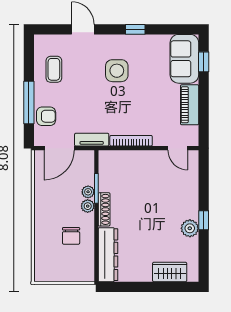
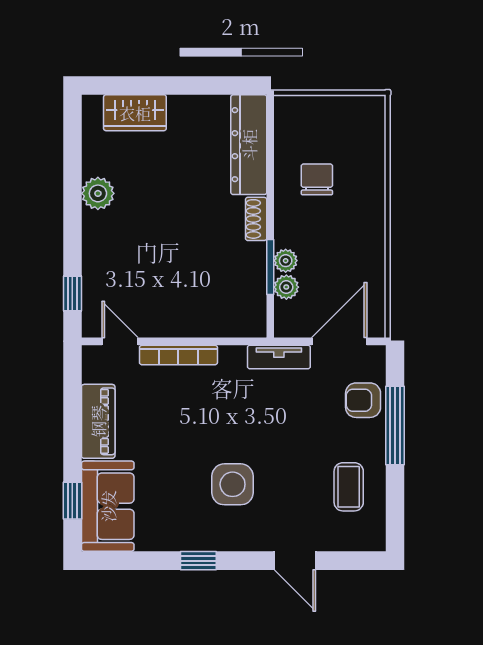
bookcase: (131, 141) -> (178, 355), moved
plant: (88, 206) -> (286, 287), moved
shoe rack: (104, 209) -> (256, 219), width x0.70
window: (204, 220) -> (72, 294), moved

